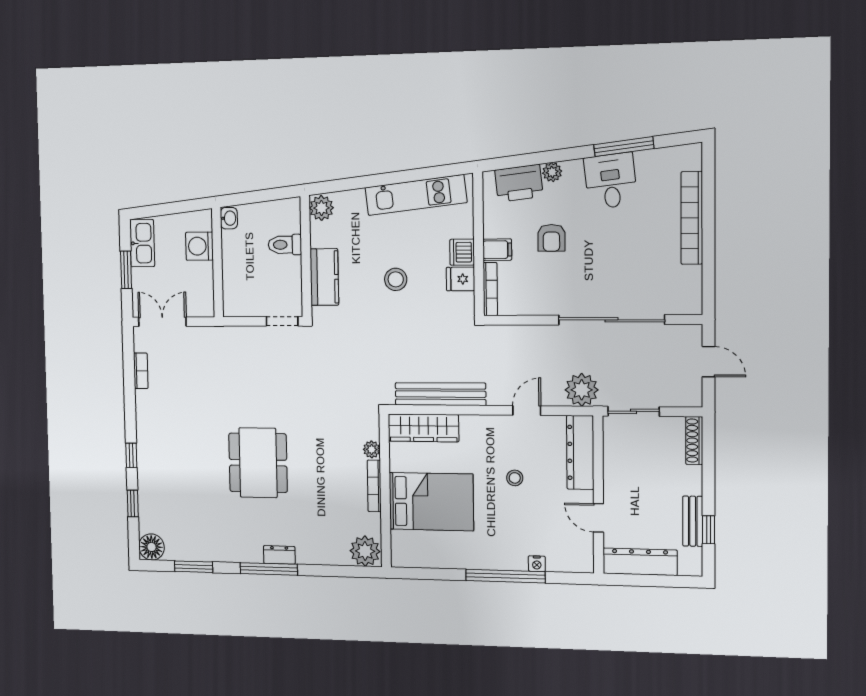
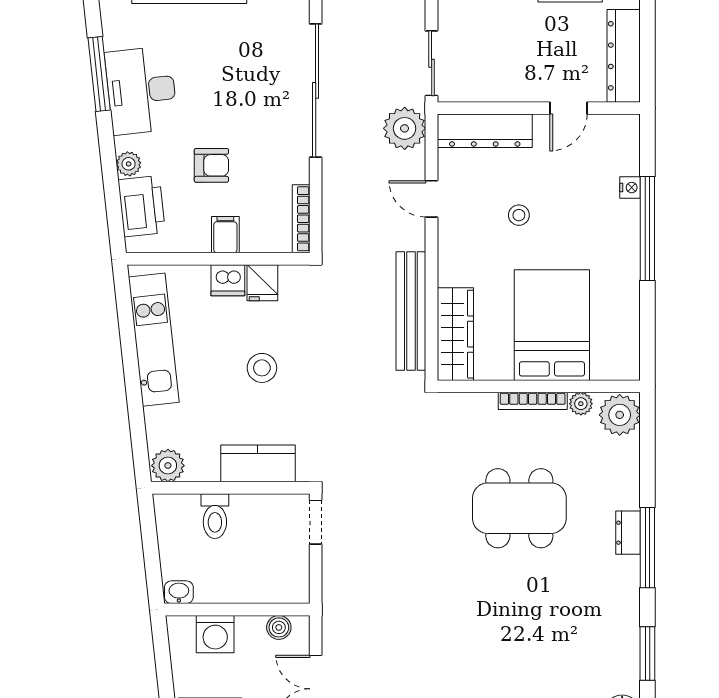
desk: (611, 181) -> (141, 91), width x1.37
bookcase: (490, 289) -> (301, 219), moved, turned -90
boiler: (205, 294) -> (279, 627), added
plant: (372, 449) -> (581, 404), moved
dining table: (258, 463) -> (519, 508), moved

